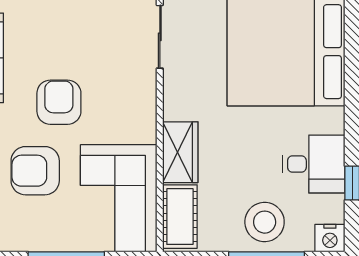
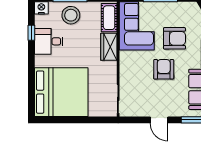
armchair: (59, 102) -> (164, 69), turned 180

